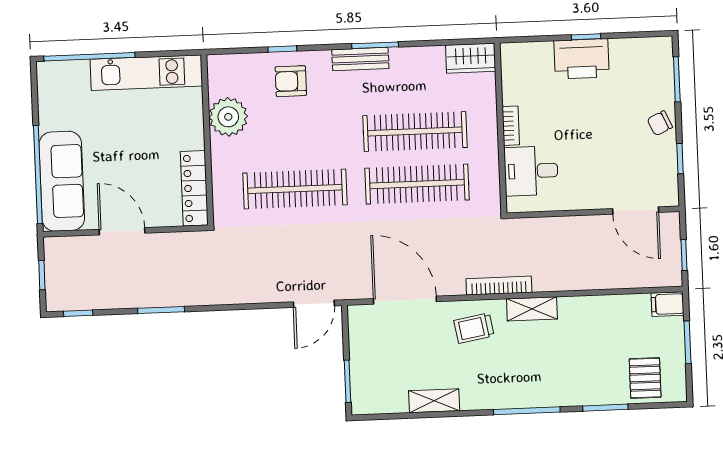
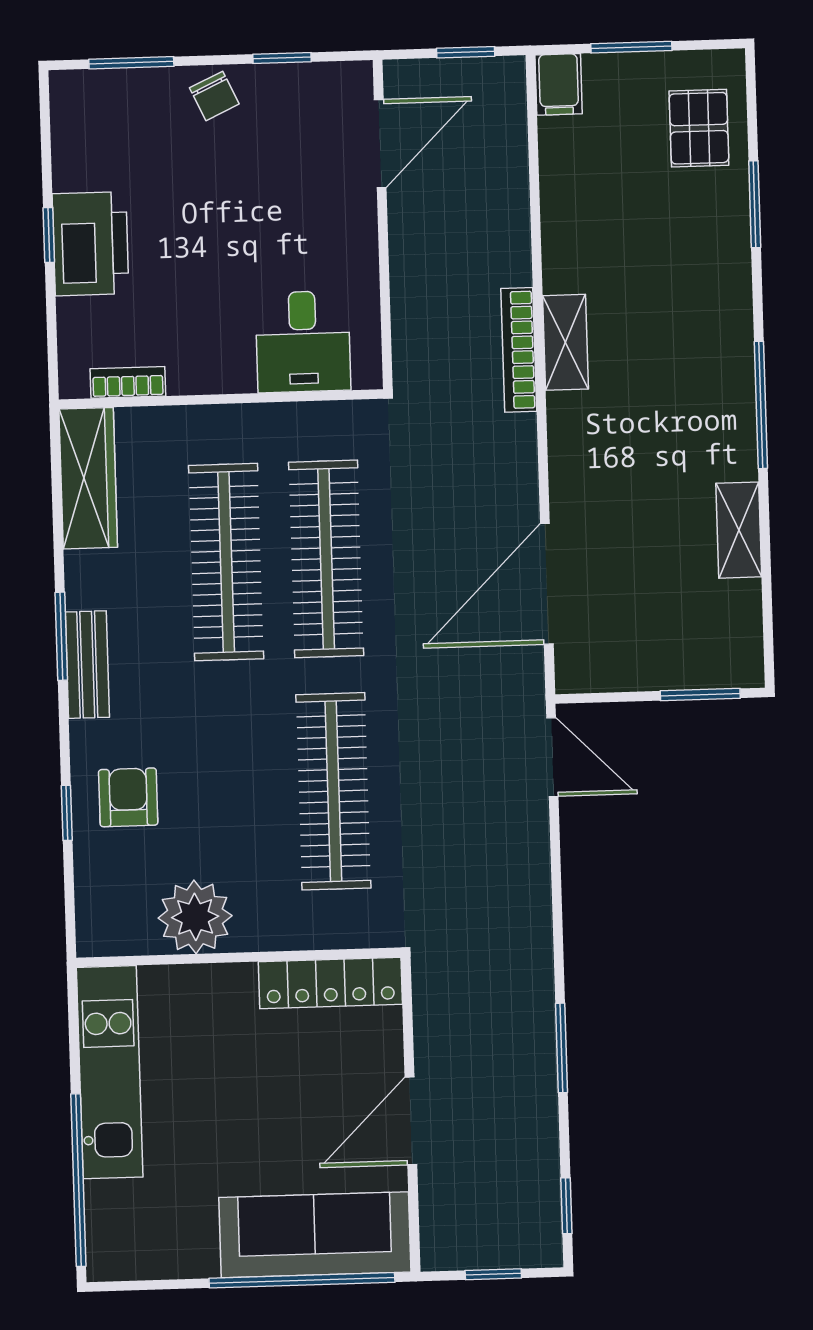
wardrobe: (471, 58) -> (88, 478), width x1.50
armchair: (291, 81) -> (128, 797), turned 180
bookcase: (511, 126) -> (128, 382), moved
bookcase: (499, 286) -> (519, 350), moved
trolley: (474, 328) -> (601, 453), removed
pallet: (645, 378) -> (699, 128), turned 90
window: (527, 411) -> (761, 405), moved

